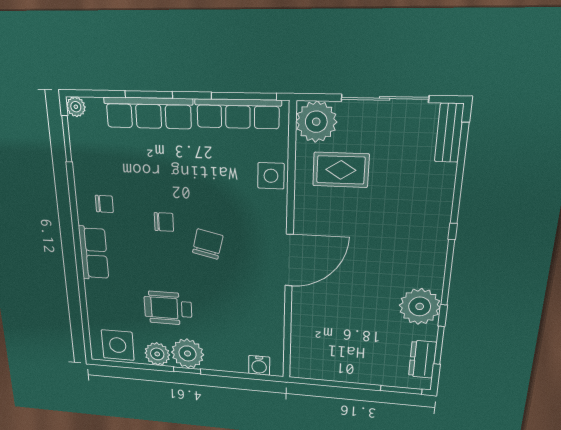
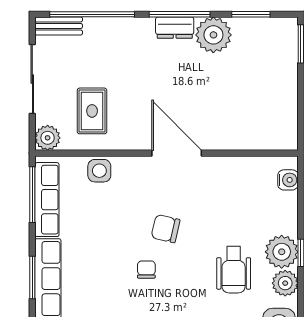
plant: (316, 122) -> (48, 138), width x0.73, depth x0.73
dresser: (422, 359) -> (175, 28), moved

